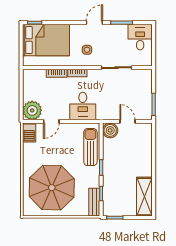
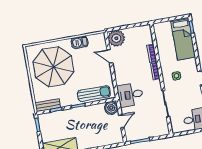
bed: (46, 40) -> (183, 39), width x0.67
desk: (83, 106) -> (130, 95), moved
barbecue: (29, 133) -> (80, 42), moved

